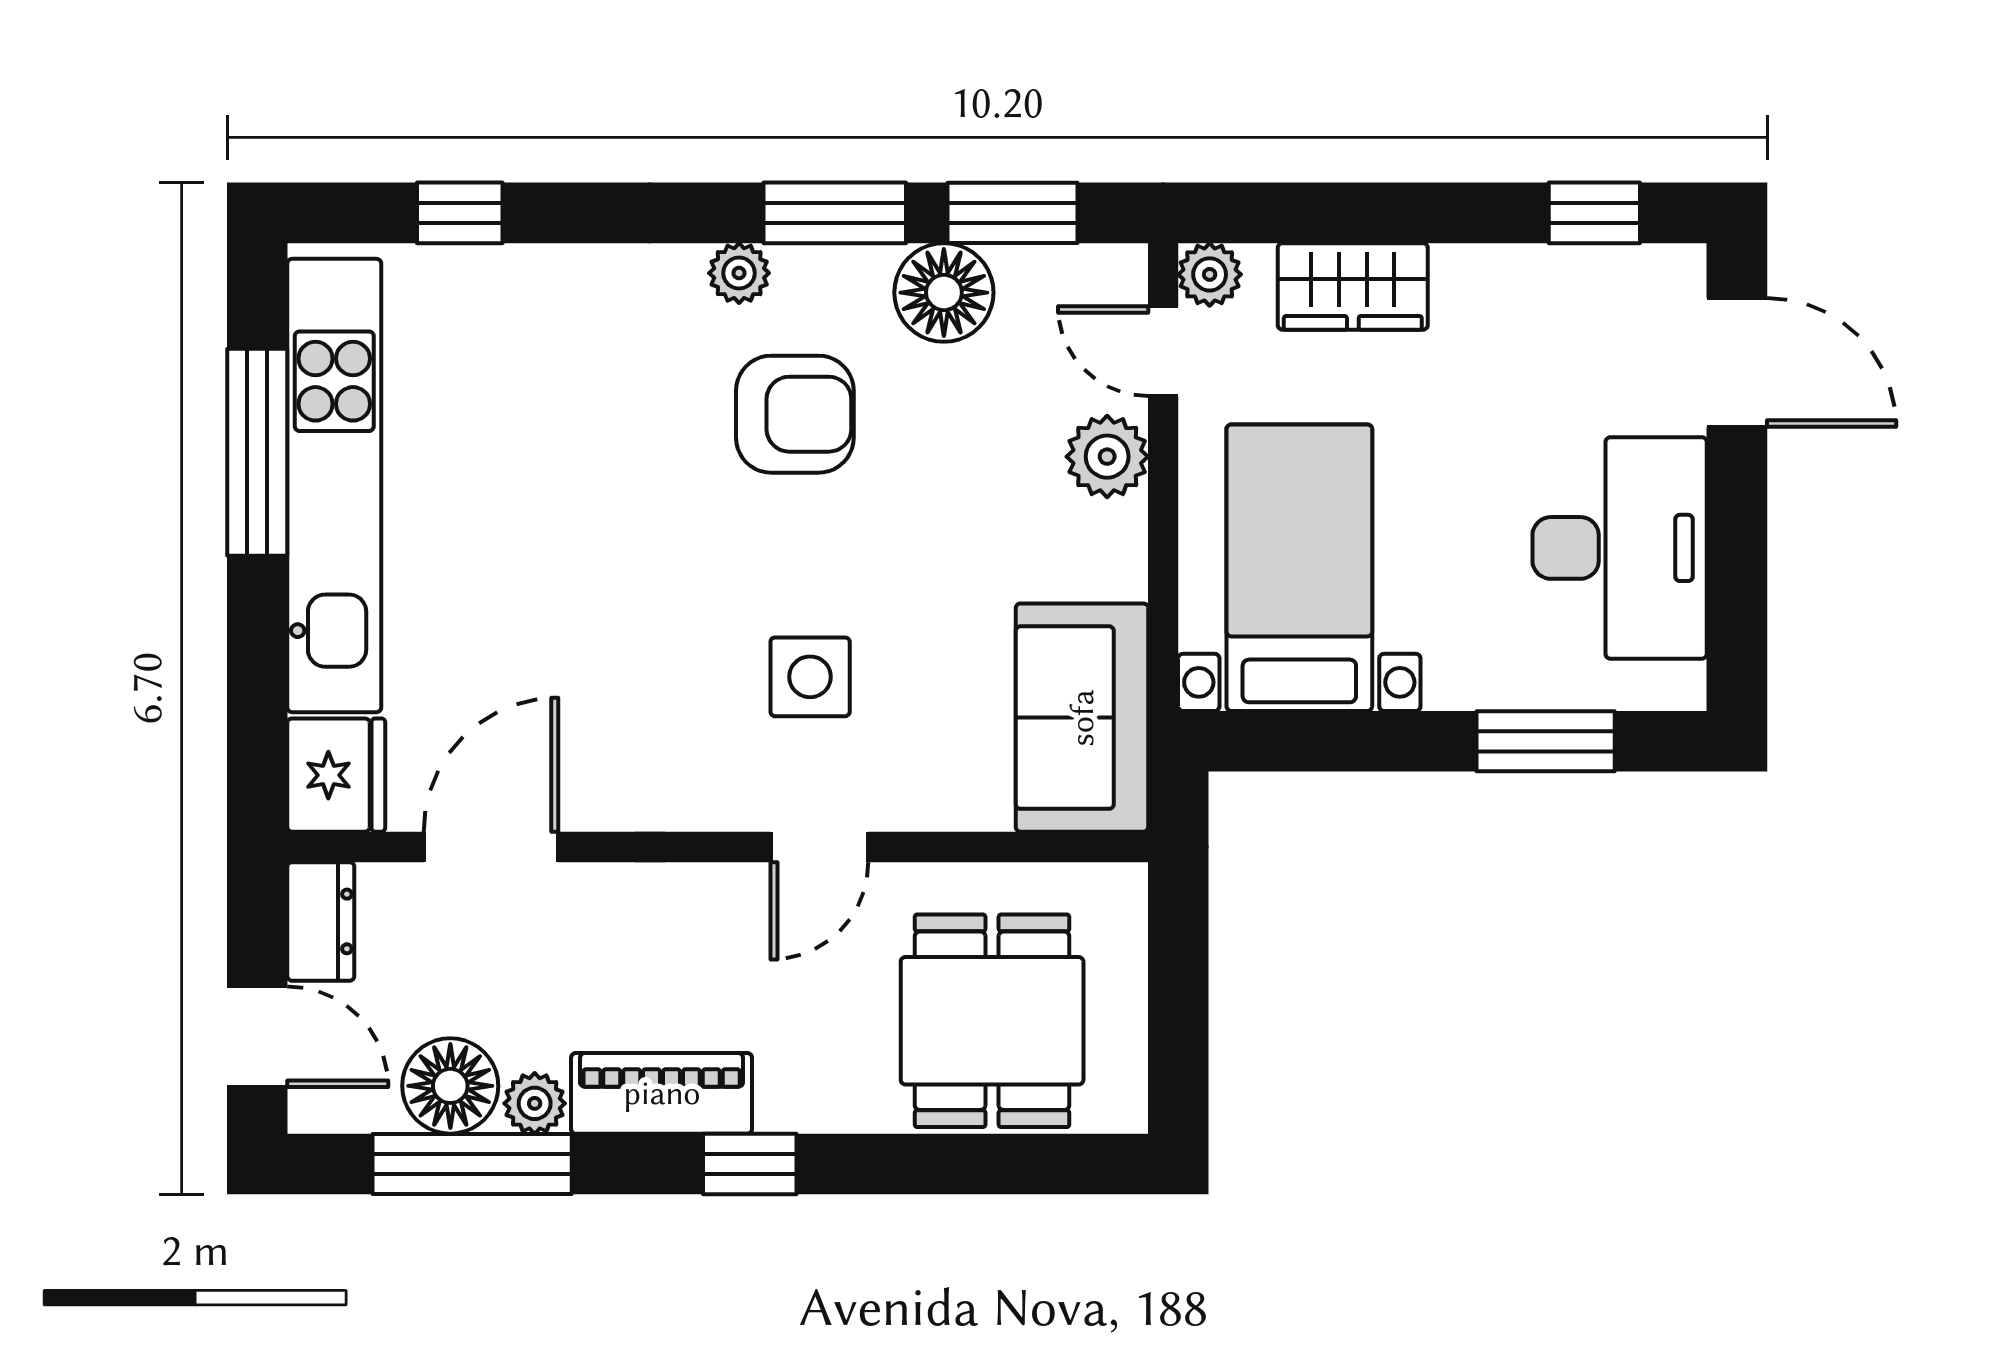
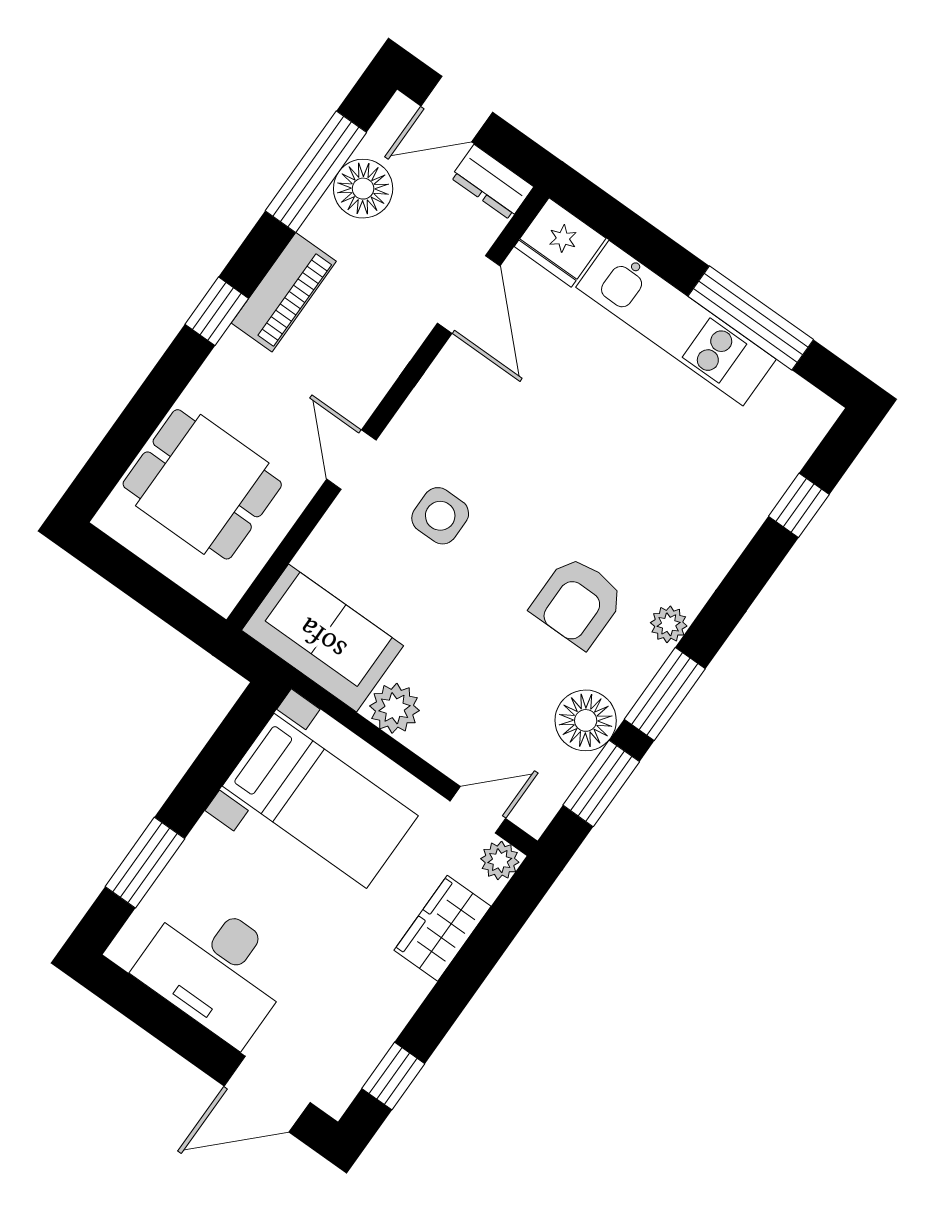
plant: (1107, 457) -> (395, 708), moved
kitchen unit: (334, 485) -> (676, 323), width x0.73
plant: (535, 1103) -> (324, 225), removed

